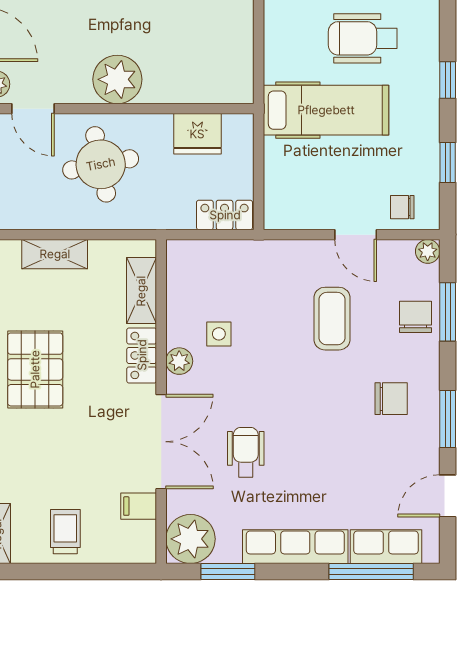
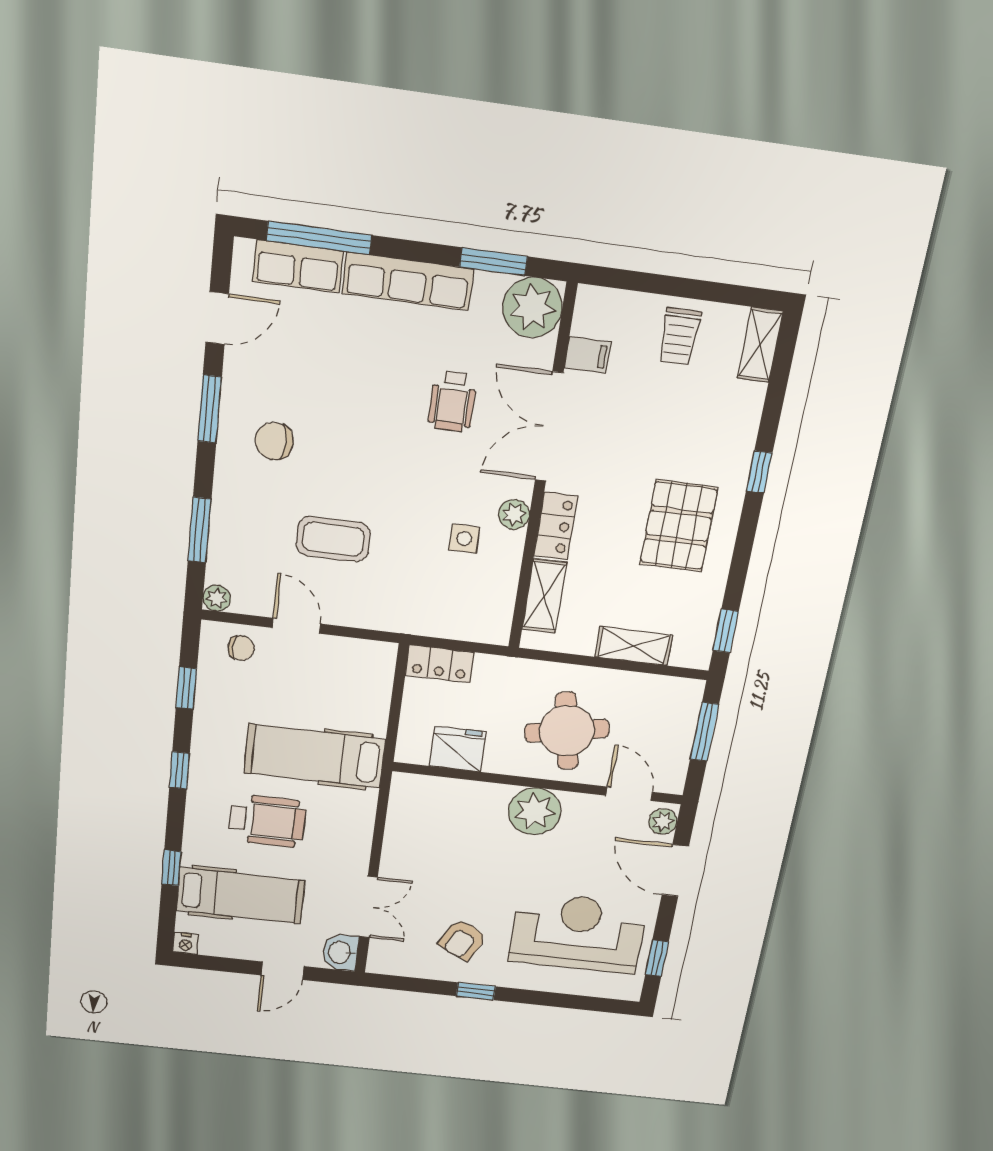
chair: (415, 317) -> (237, 529), removed
coffee table: (332, 319) -> (333, 539), turned 90

